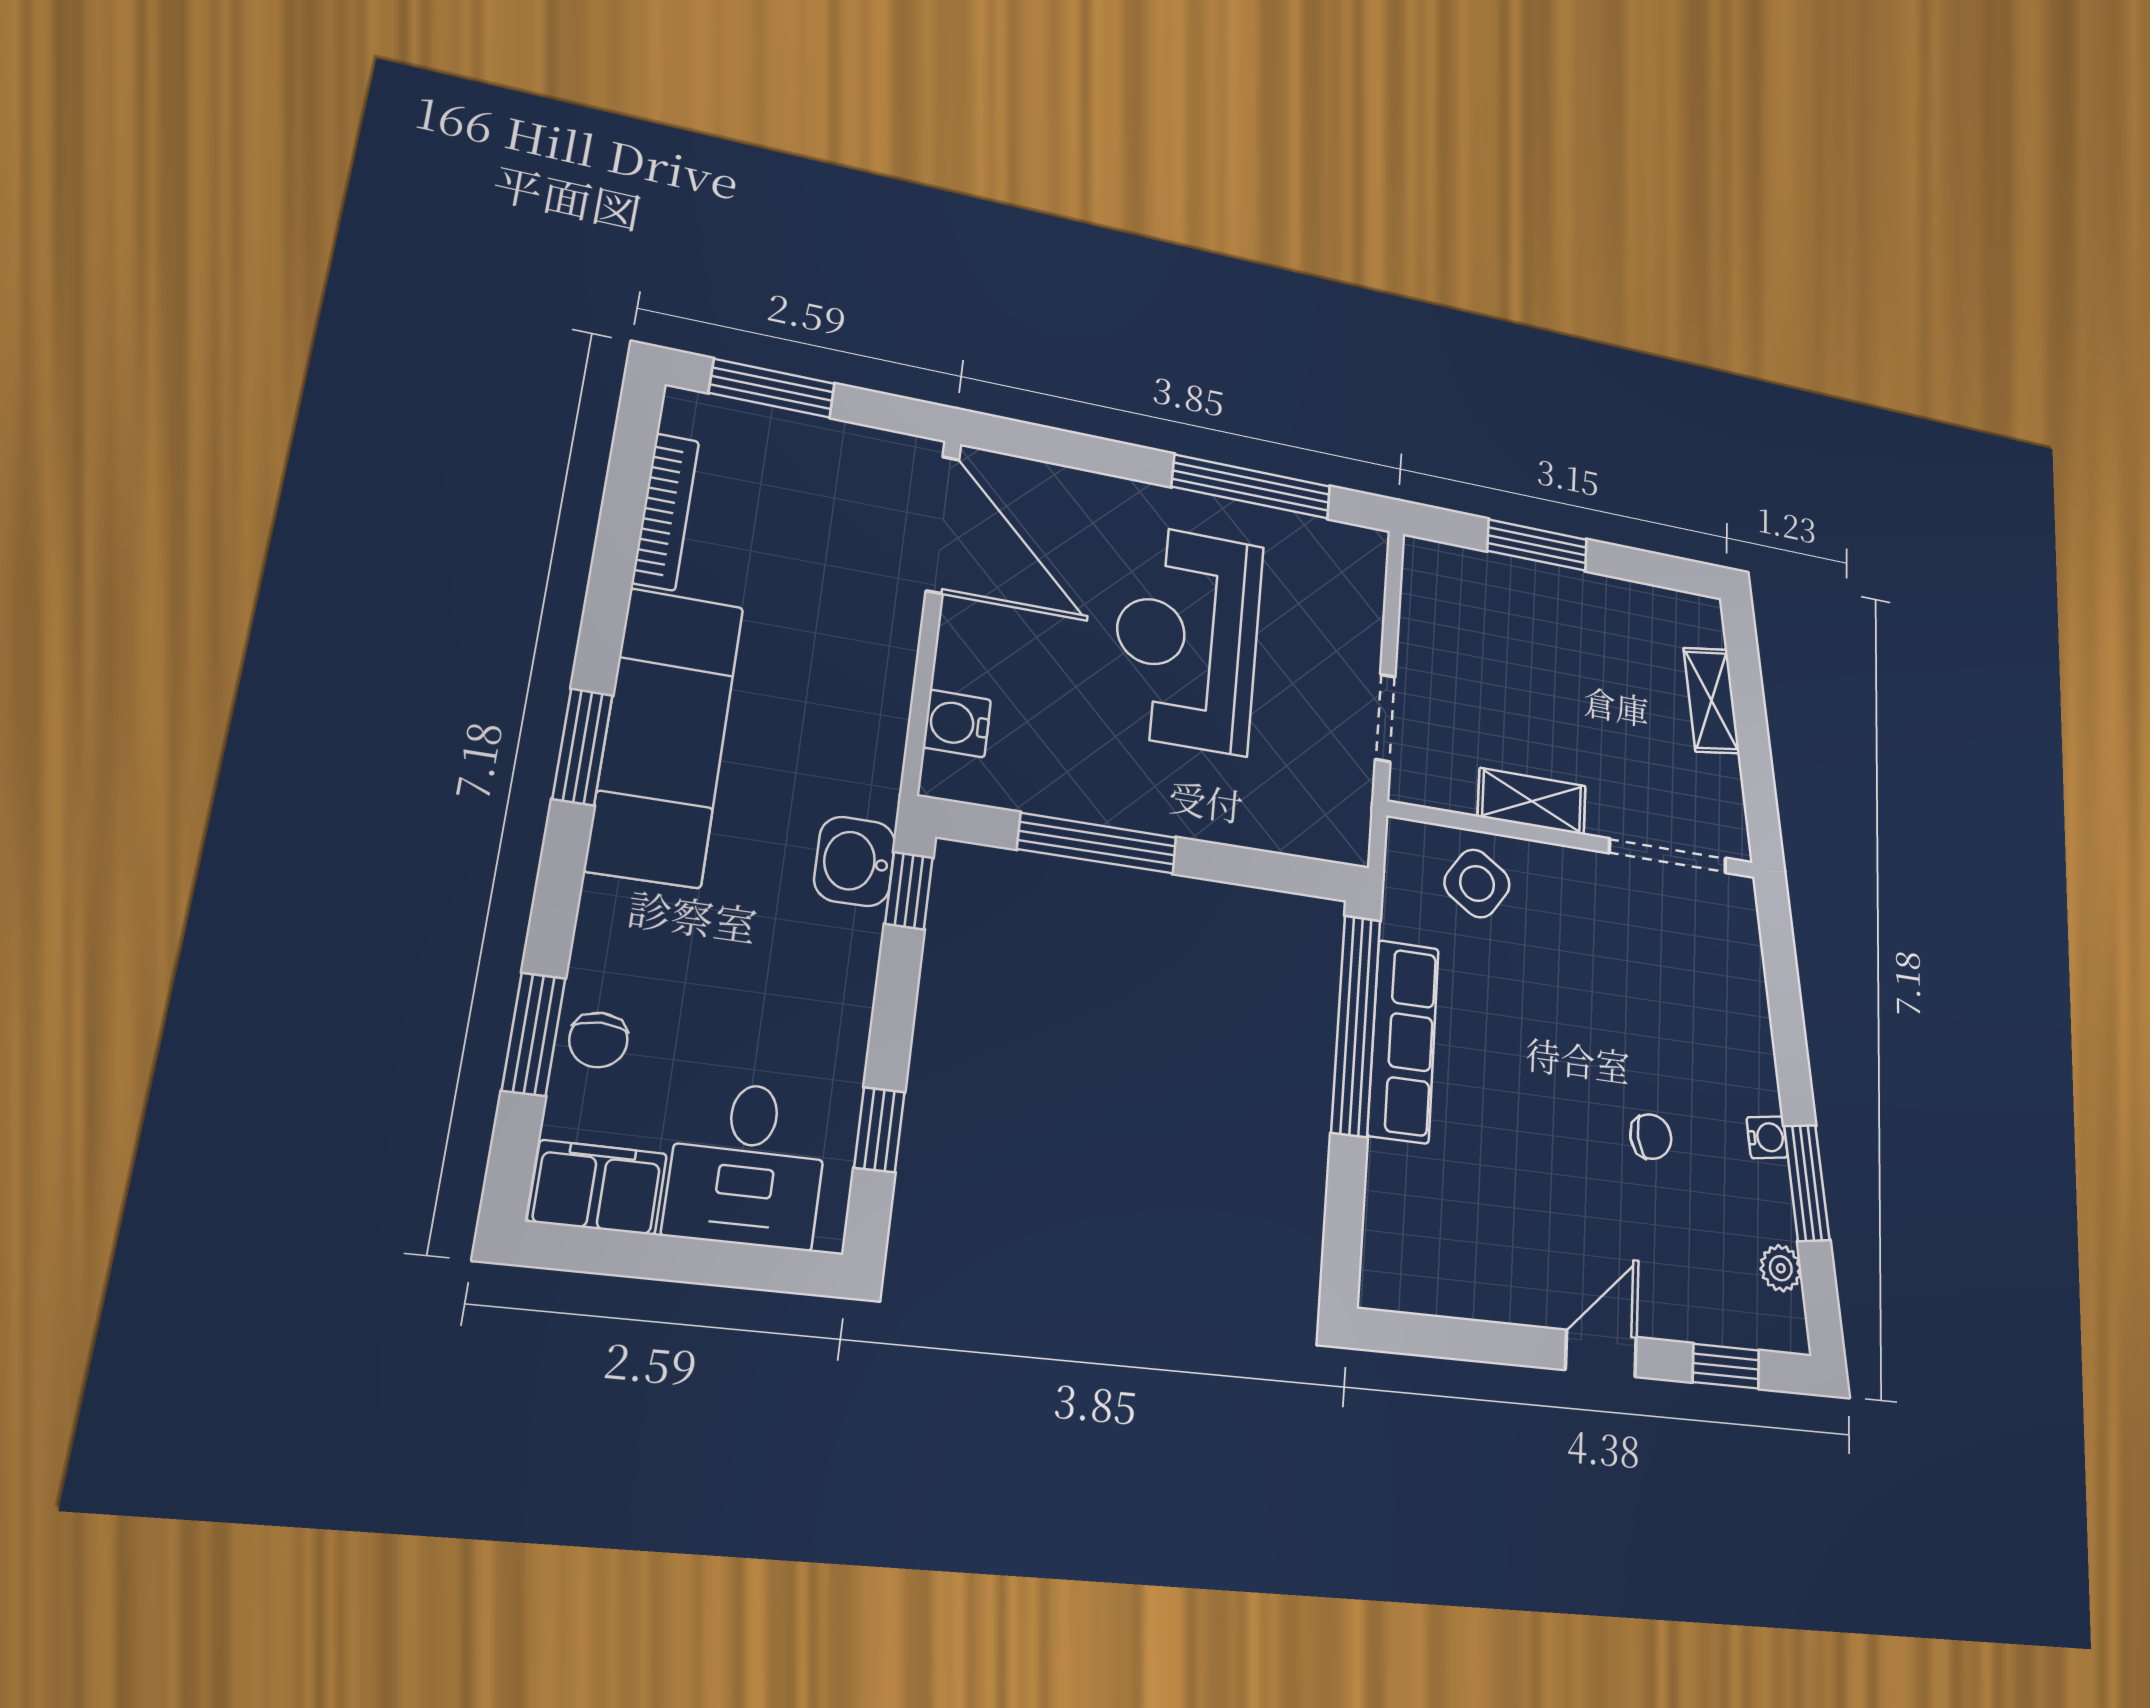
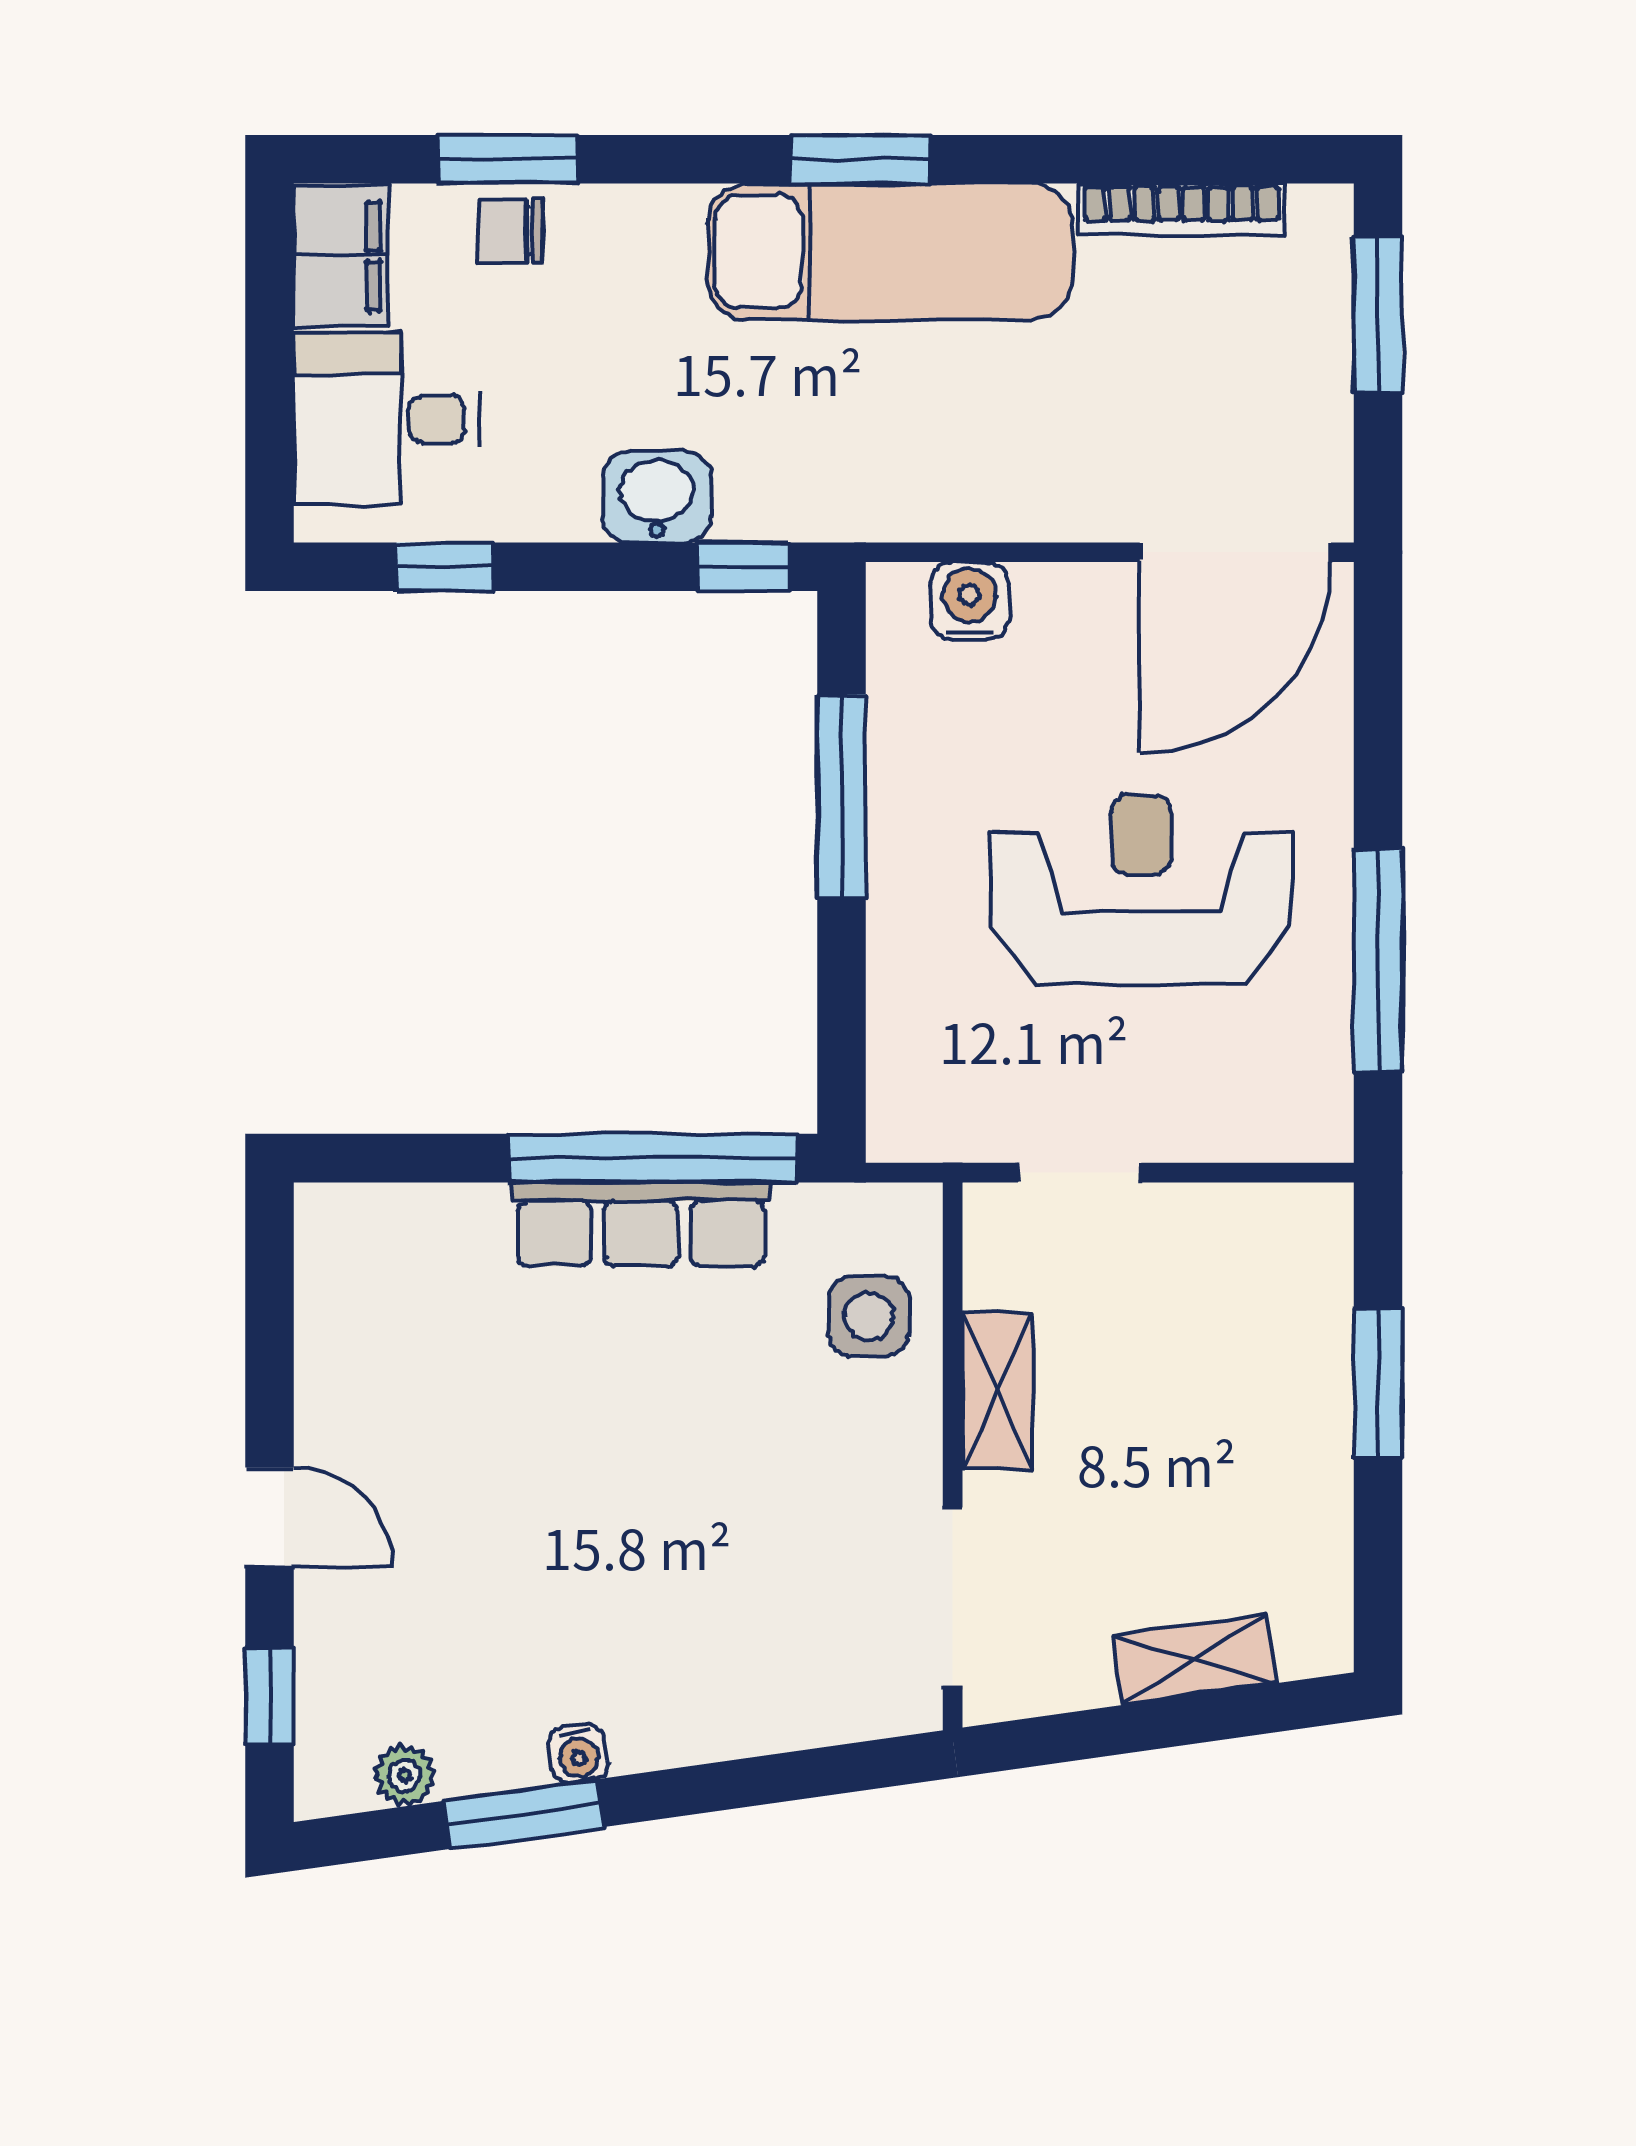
washbasin: (855, 861) -> (657, 497), moved
side table: (1477, 883) -> (869, 1316), turned -34
chair: (1651, 1137) -> (558, 1580), removed

